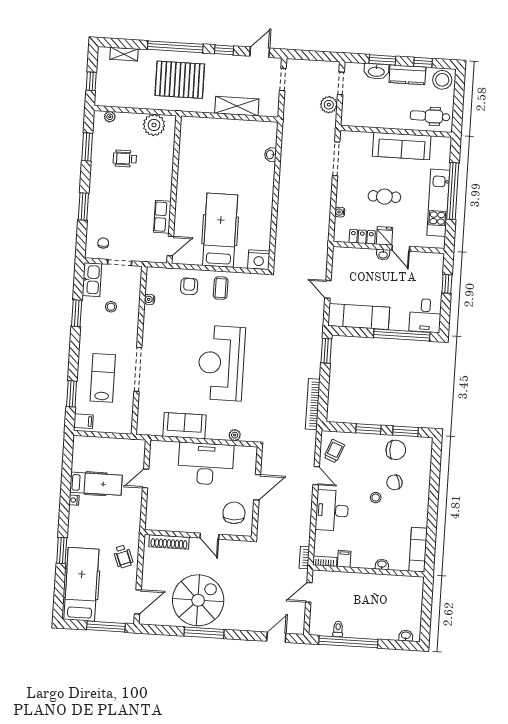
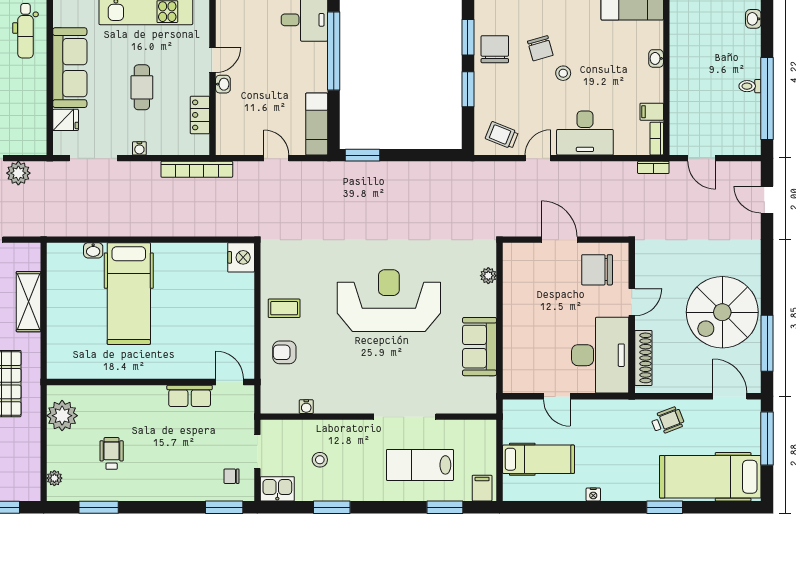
wheelchair: (125, 159) -> (112, 453), turned 180
window: (83, 206) -> (224, 507), moved
water cooler: (340, 212) -> (139, 148), moved
hospital bed: (220, 230) -> (129, 294), moved, turned -90
fridge: (385, 236) -> (66, 120), moved, turned 180
kitchen sink: (92, 280) -> (277, 489), width x0.73
door: (328, 289) -> (276, 158), swing flipped
exam couch: (359, 317) -> (317, 124), width x0.73, depth x0.69
reception desk: (221, 363) -> (389, 301), turned 180
bookcase: (313, 404) -> (197, 169), moved
desk: (206, 464) -> (600, 355), moved, turned 180
hospital bed: (96, 484) -> (538, 459), moved, turned 90
spiral stairs: (198, 600) -> (722, 312), turned -90
toilet: (338, 629) -> (750, 86), moved
window: (204, 633) -> (767, 343), moved

